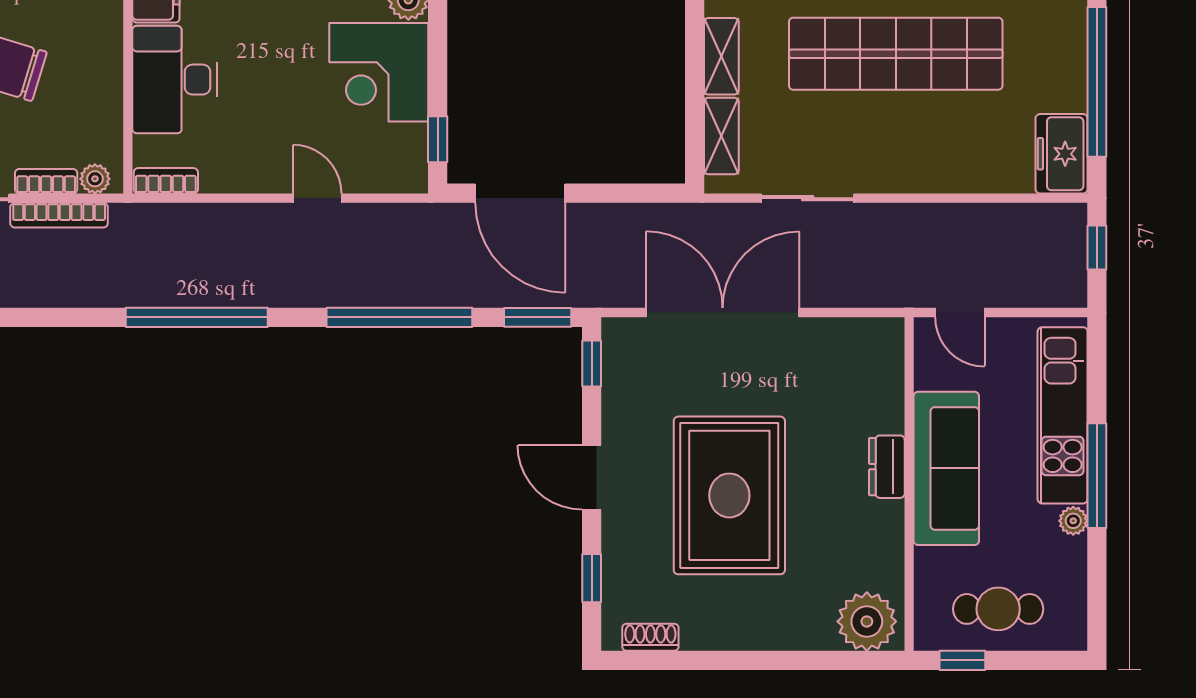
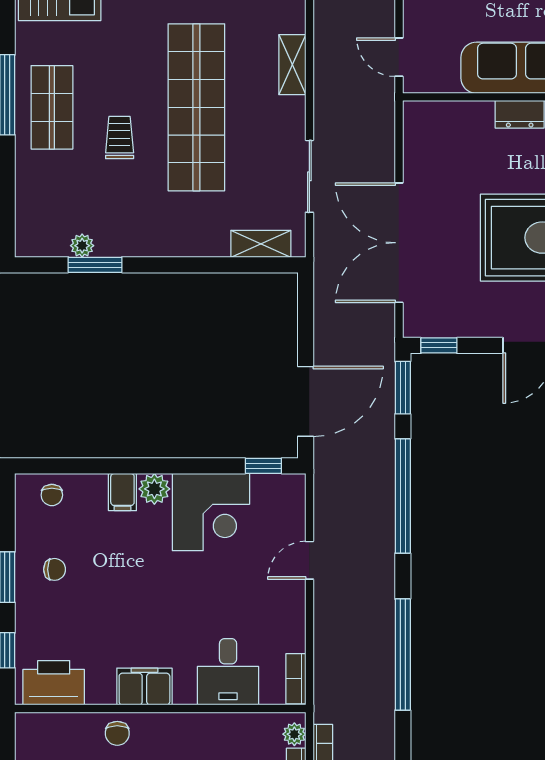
shelving: (721, 56) -> (292, 65), moved, turned 90
desk: (175, 80) -> (228, 672), width x0.73
door: (960, 312) -> (399, 57), swing flipped

